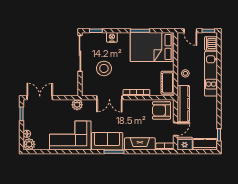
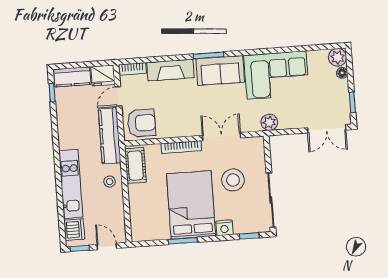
bed: (152, 47) -> (191, 205), moved, turned -90

